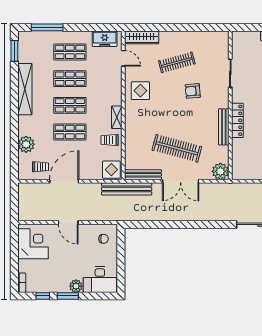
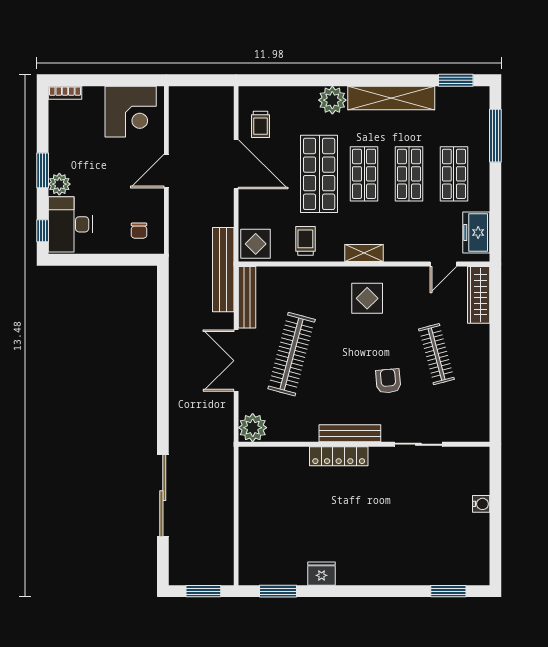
display table: (140, 91) -> (367, 298), moved
shelving: (117, 117) -> (364, 253), moved
bench: (224, 127) -> (350, 433), moved
shop shelf: (70, 132) -> (319, 174), width x1.43, depth x1.36
plant: (26, 144) -> (332, 100), moved
window: (43, 296) -> (43, 231), moved

